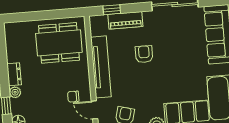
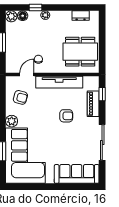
dining table: (59, 43) -> (80, 52), turned 90
dresser: (14, 74) -> (81, 16), moved

